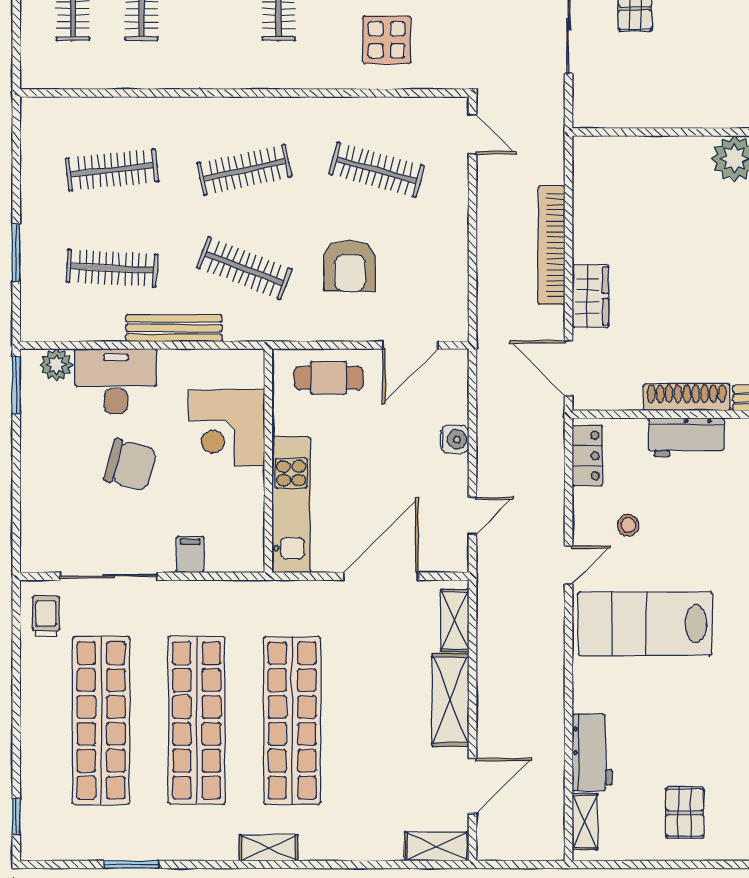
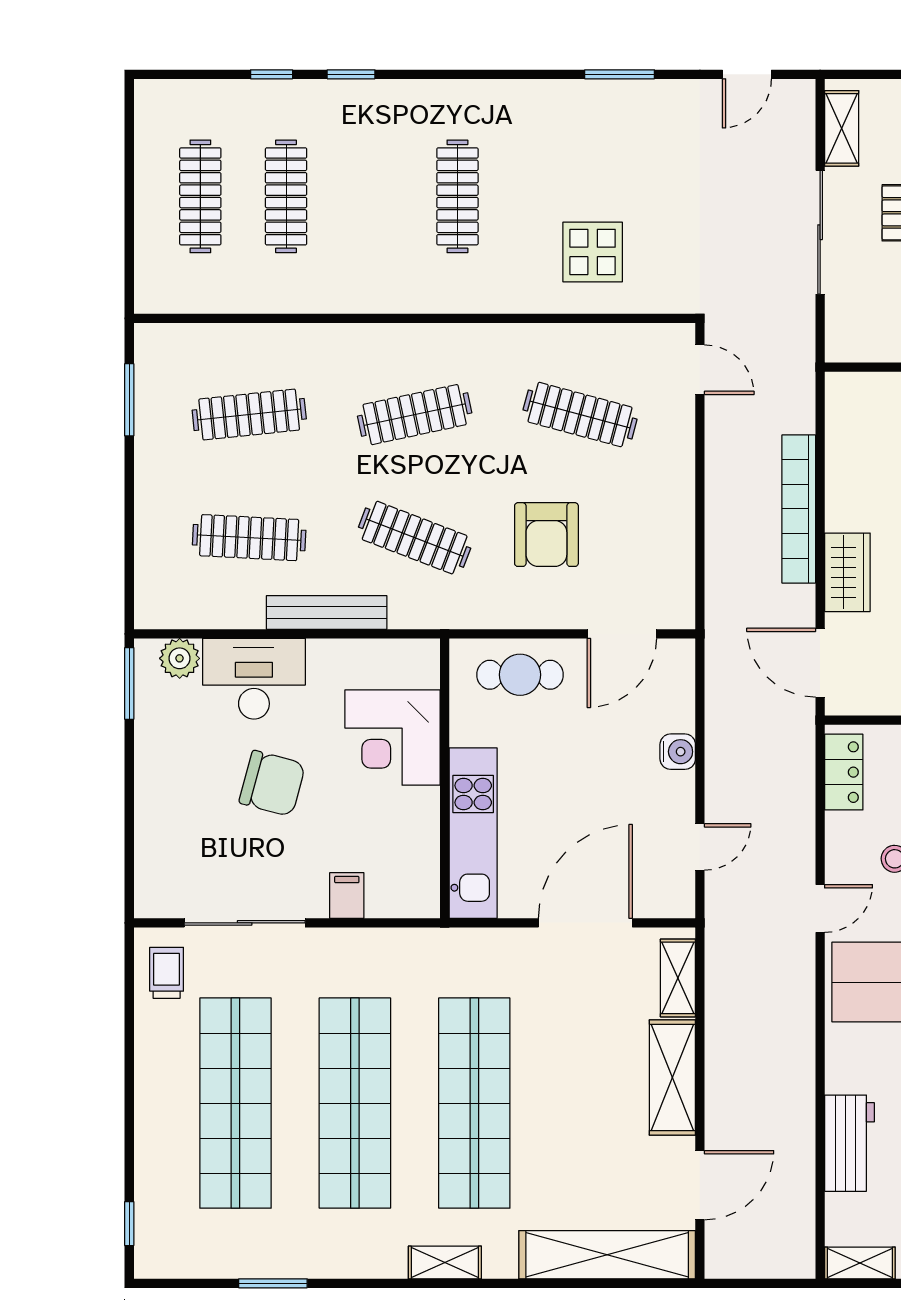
window: (16, 252) -> (129, 400), moved
shelving: (585, 822) -> (860, 1263), moved, turned 90
shelving: (437, 846) -> (607, 1255), width x2.20, depth x1.33

